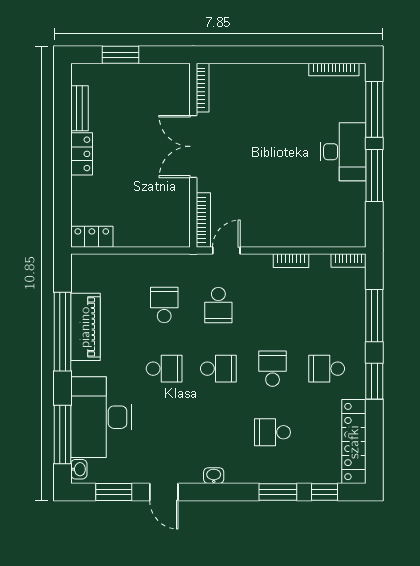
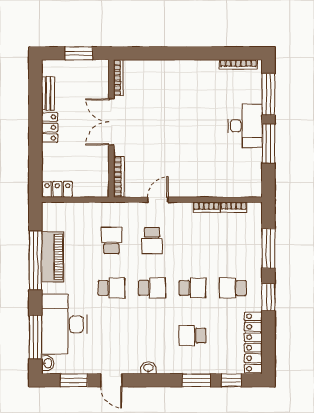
bookcase: (203, 88) -> (118, 78), moved
double door: (193, 146) -> (111, 122), moved
wall: (193, 155) -> (111, 128), moved
bookcase: (203, 220) -> (119, 177), moved
bookcase: (349, 260) -> (234, 207), moved
school desk: (273, 369) -> (192, 288), turned 90

